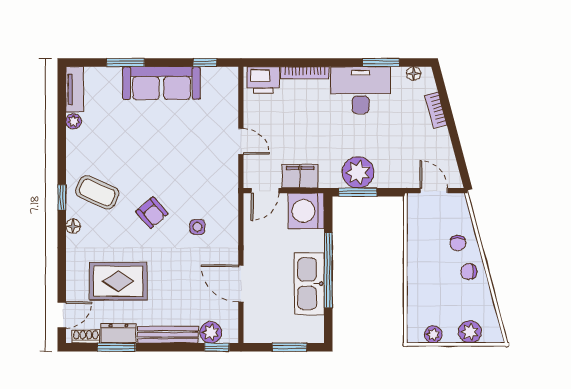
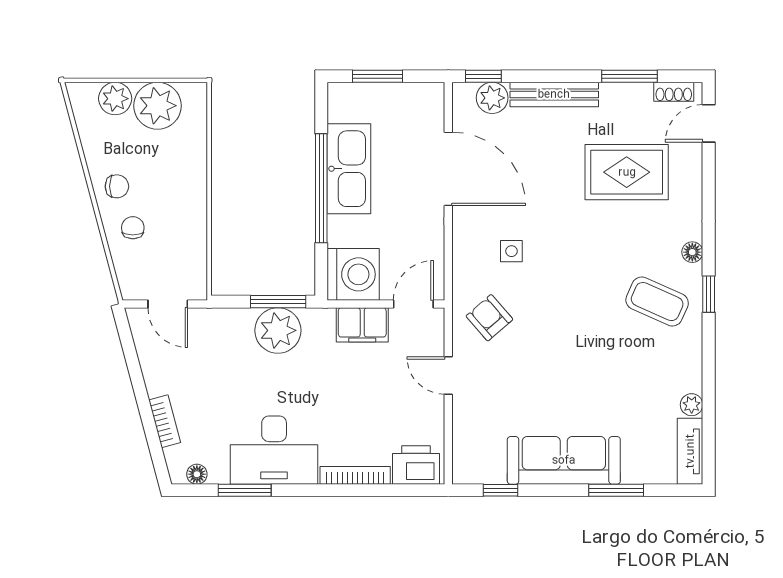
armchair: (152, 213) -> (489, 318), moved
door: (241, 283) -> (448, 169), width x1.36
dresser: (119, 333) -> (626, 96), removed
plant: (433, 335) -> (158, 106), width x1.87, depth x1.87

